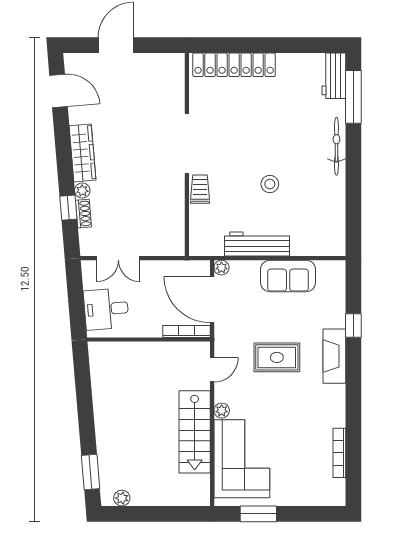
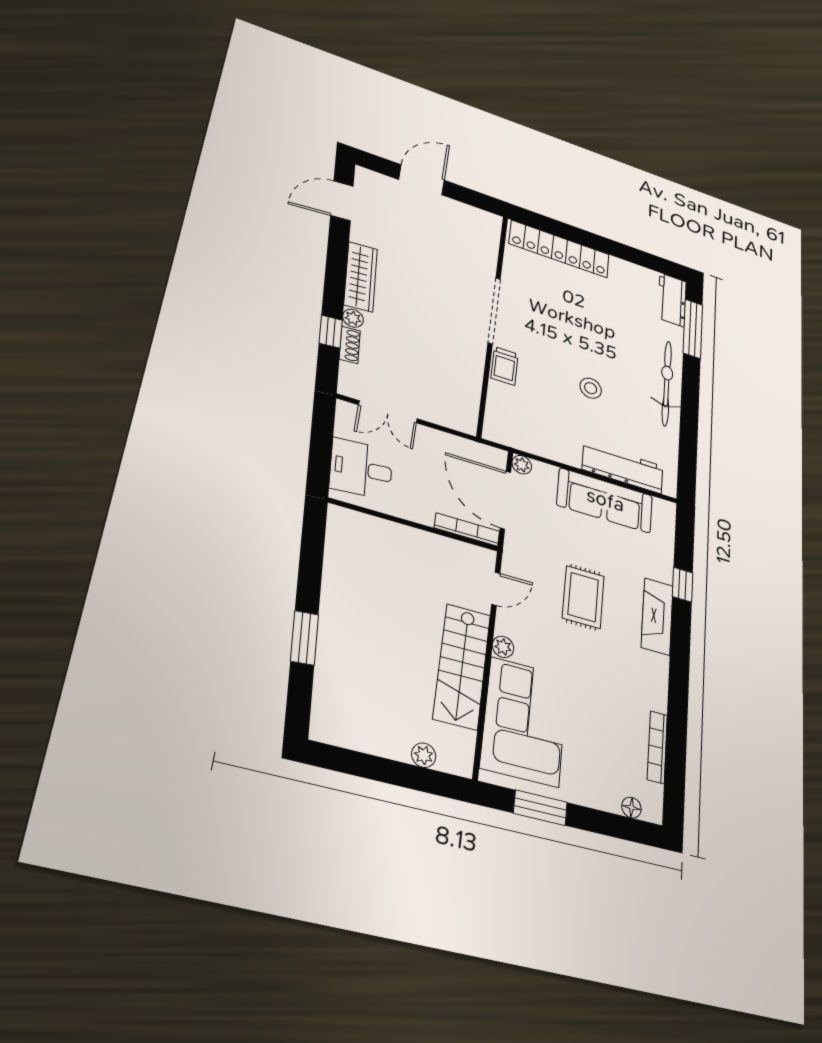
door: (59, 91) -> (342, 201), swing flipped
bicycle: (336, 146) -> (667, 383), width x1.37, depth x1.40
trolley: (200, 189) -> (505, 366), turned 180
workbench: (257, 244) -> (623, 468), moved
sofa: (288, 276) -> (605, 500), width x1.36
rug: (277, 357) -> (583, 597), turned 90
window: (91, 472) -> (305, 638), moved
plant: (122, 498) -> (424, 755), moved
floor lamp: (323, 499) -> (631, 808), added

